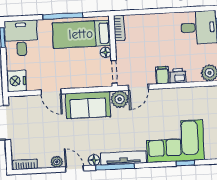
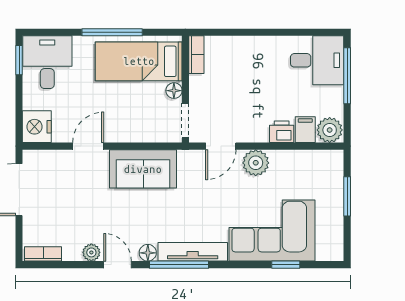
filing cabinet: (162, 75) -> (305, 130), moved
door: (51, 92) -> (88, 146), swing flipped
plant: (120, 99) -> (256, 163), moved

